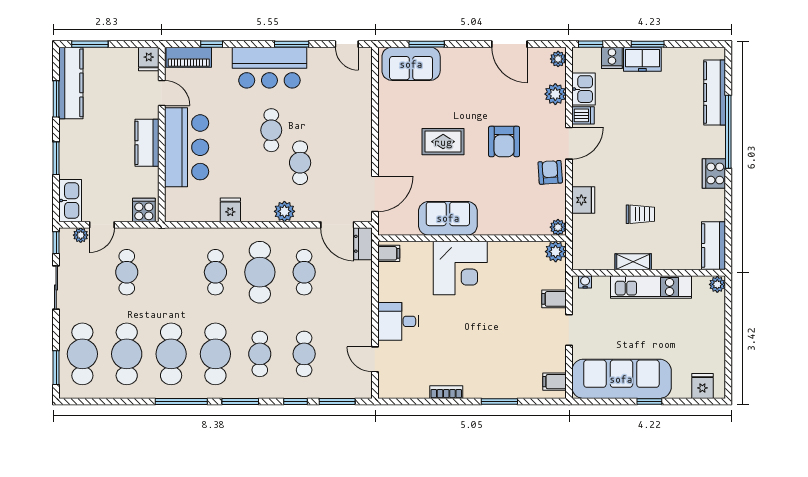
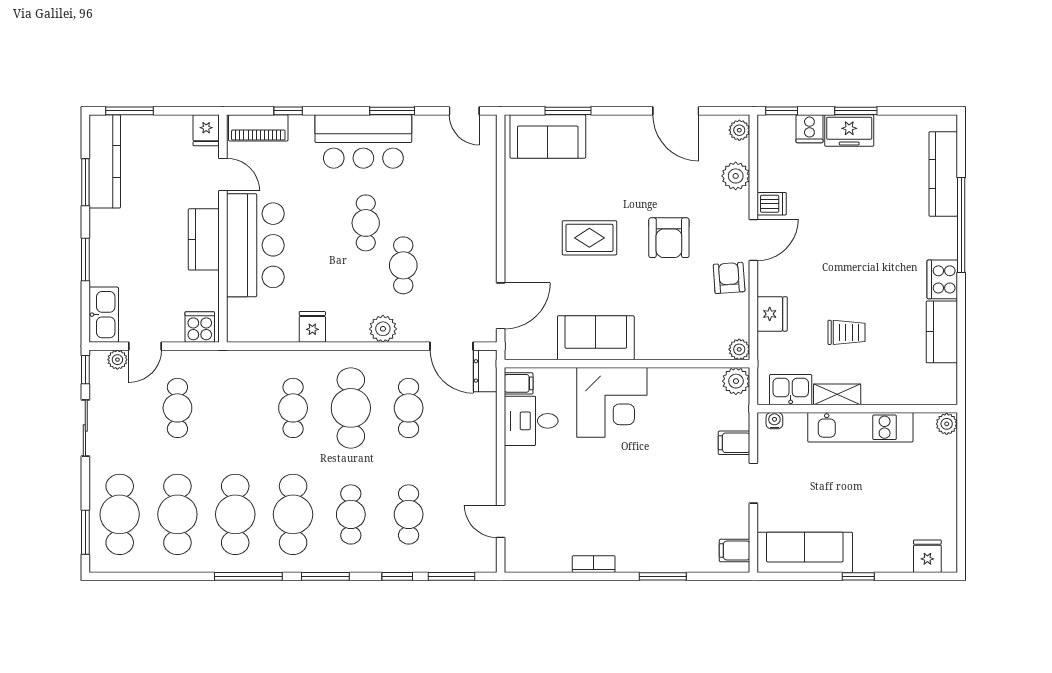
kitchen sink: (583, 89) -> (791, 390), moved, turned -90
kitchen counter: (714, 245) -> (942, 332), moved
desk: (398, 321) -> (531, 421), moved
sofa: (621, 379) -> (805, 552), width x0.74, depth x0.79

